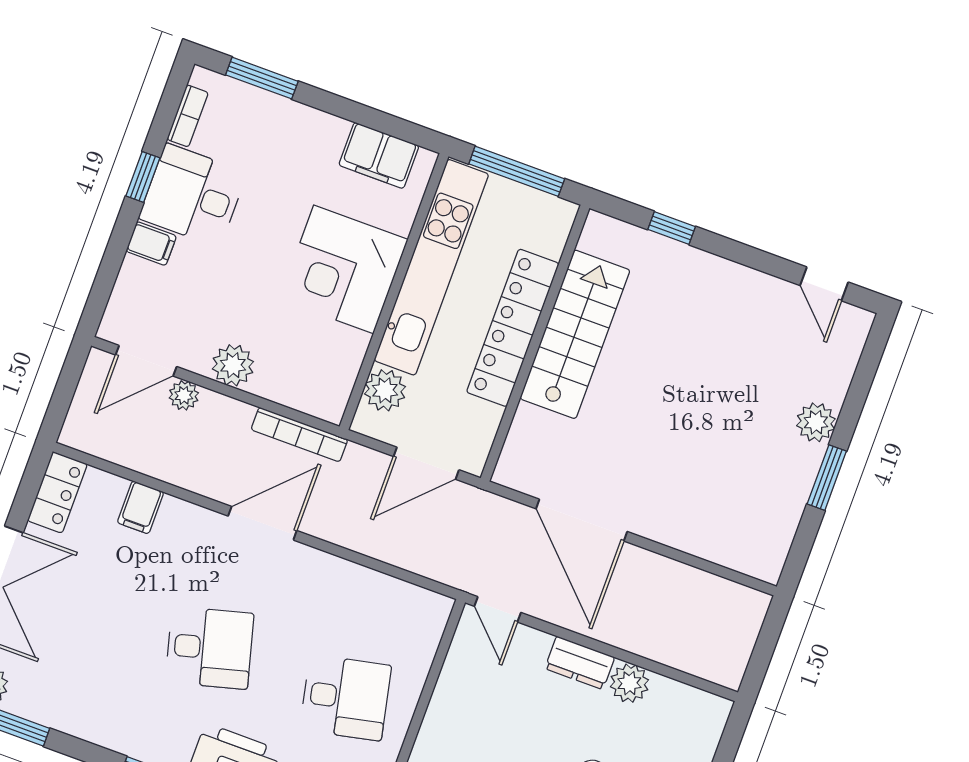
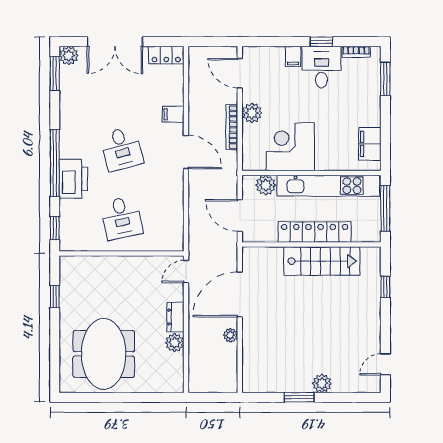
corner desk: (344, 269) -> (290, 147), moved
plant: (184, 395) -> (230, 335), moved
bookcase: (299, 435) -> (232, 127), moved
filing cabinet: (140, 507) -> (173, 114), moved

